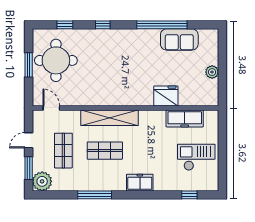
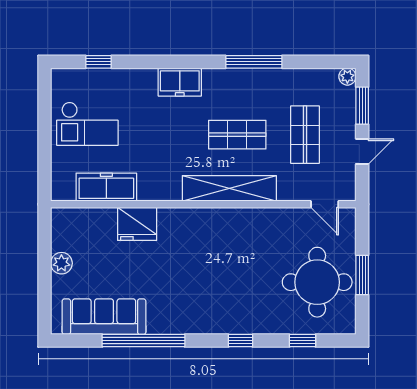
sofa: (179, 39) -> (104, 317), width x1.36
plant: (42, 181) -> (347, 77), width x0.53, depth x0.53

